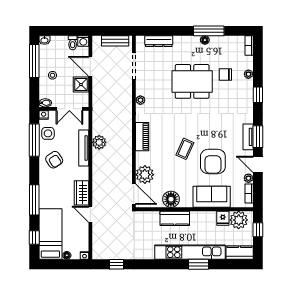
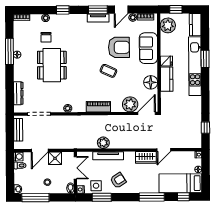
window: (34, 140) -> (102, 197), width x0.69
fridge: (223, 218) -> (166, 61), moved

